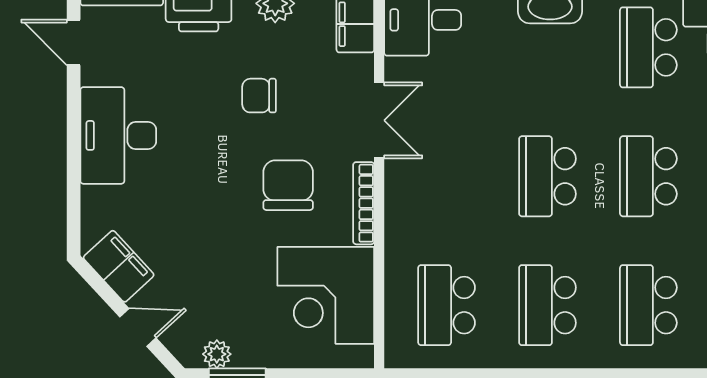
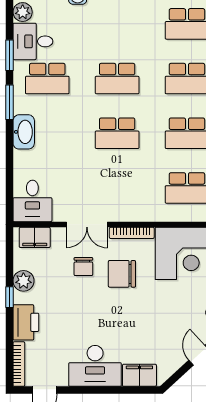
chair: (259, 96) -> (83, 267), moved
double door: (379, 120) -> (87, 224), swing flipped
filing cabinet: (119, 266) -> (139, 375), moved, turned 43

